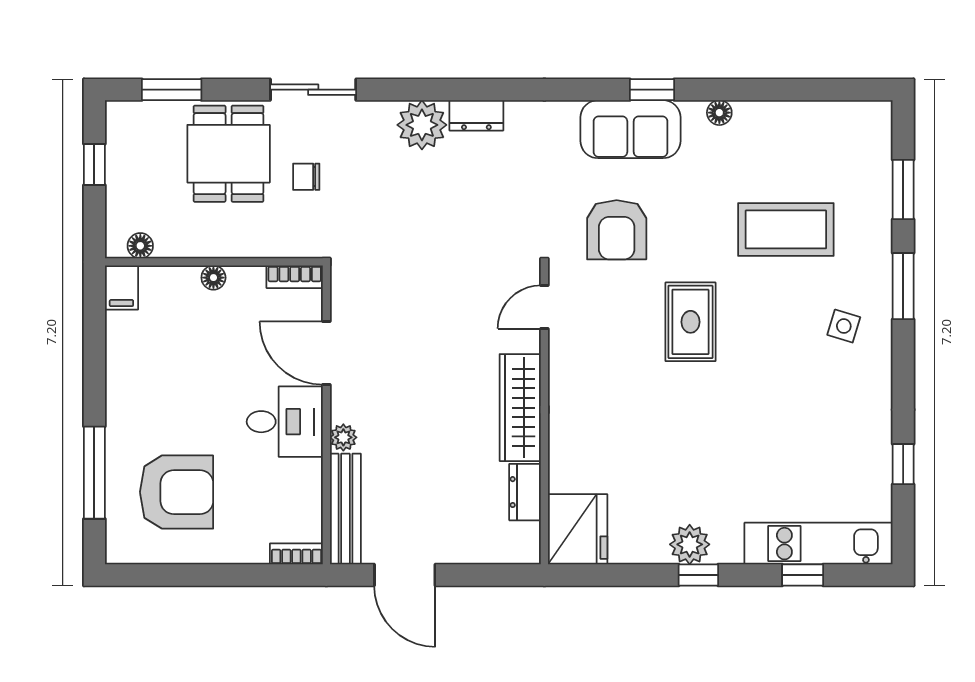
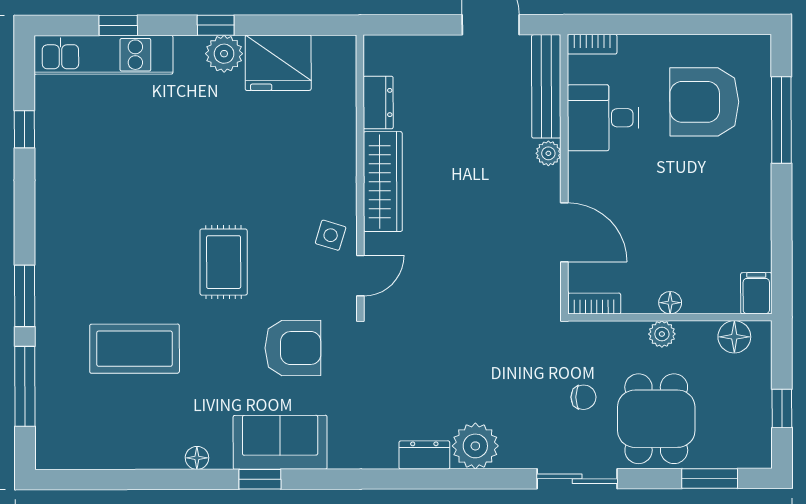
window: (903, 189) -> (25, 386), width x1.44
armchair: (617, 230) -> (293, 348), turned 90
plant: (222, 244) -> (662, 334), added
floor lamp: (140, 246) -> (734, 337), width x1.37, depth x1.37
side table: (844, 326) -> (331, 235), moved
desk: (285, 422) -> (603, 118), moved
fridge: (578, 529) -> (278, 63), moved, turned -90

